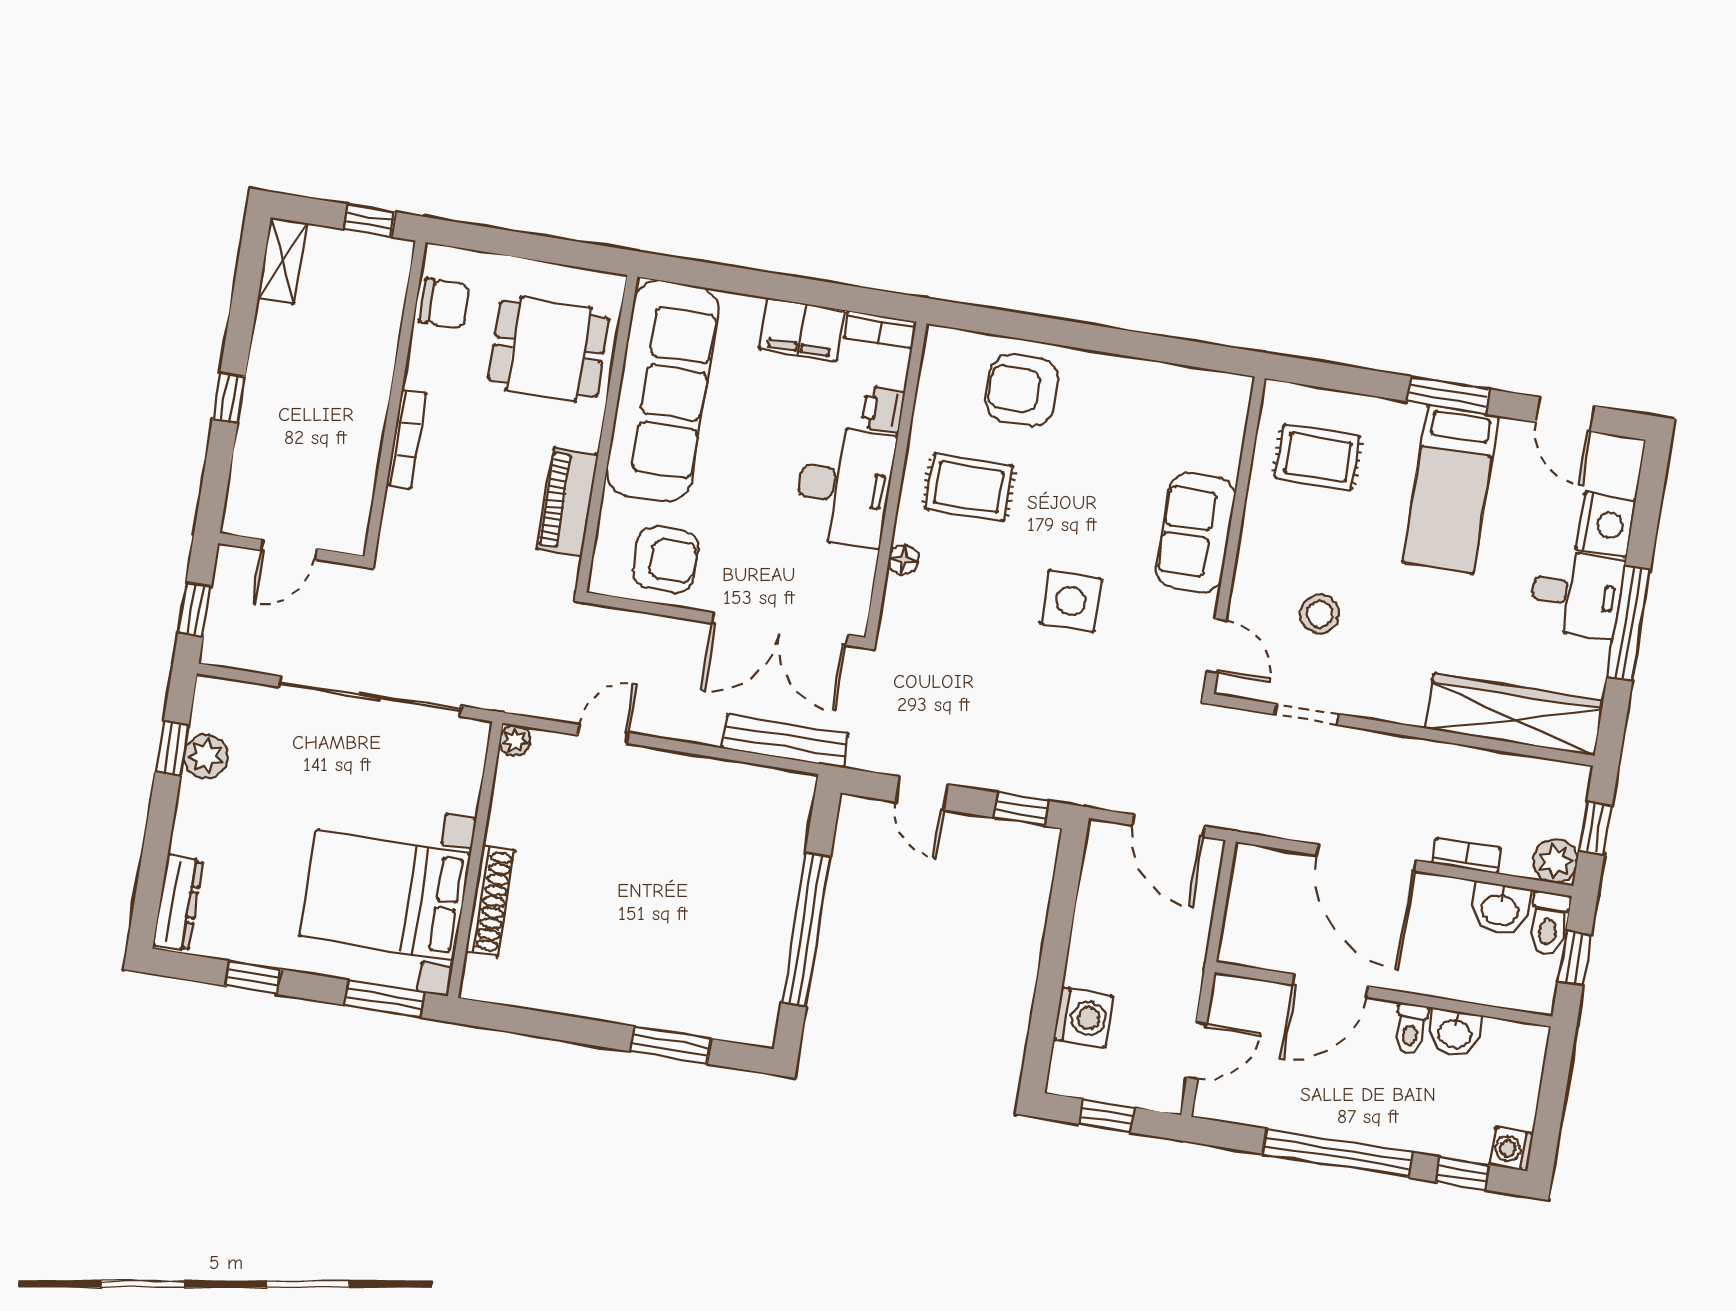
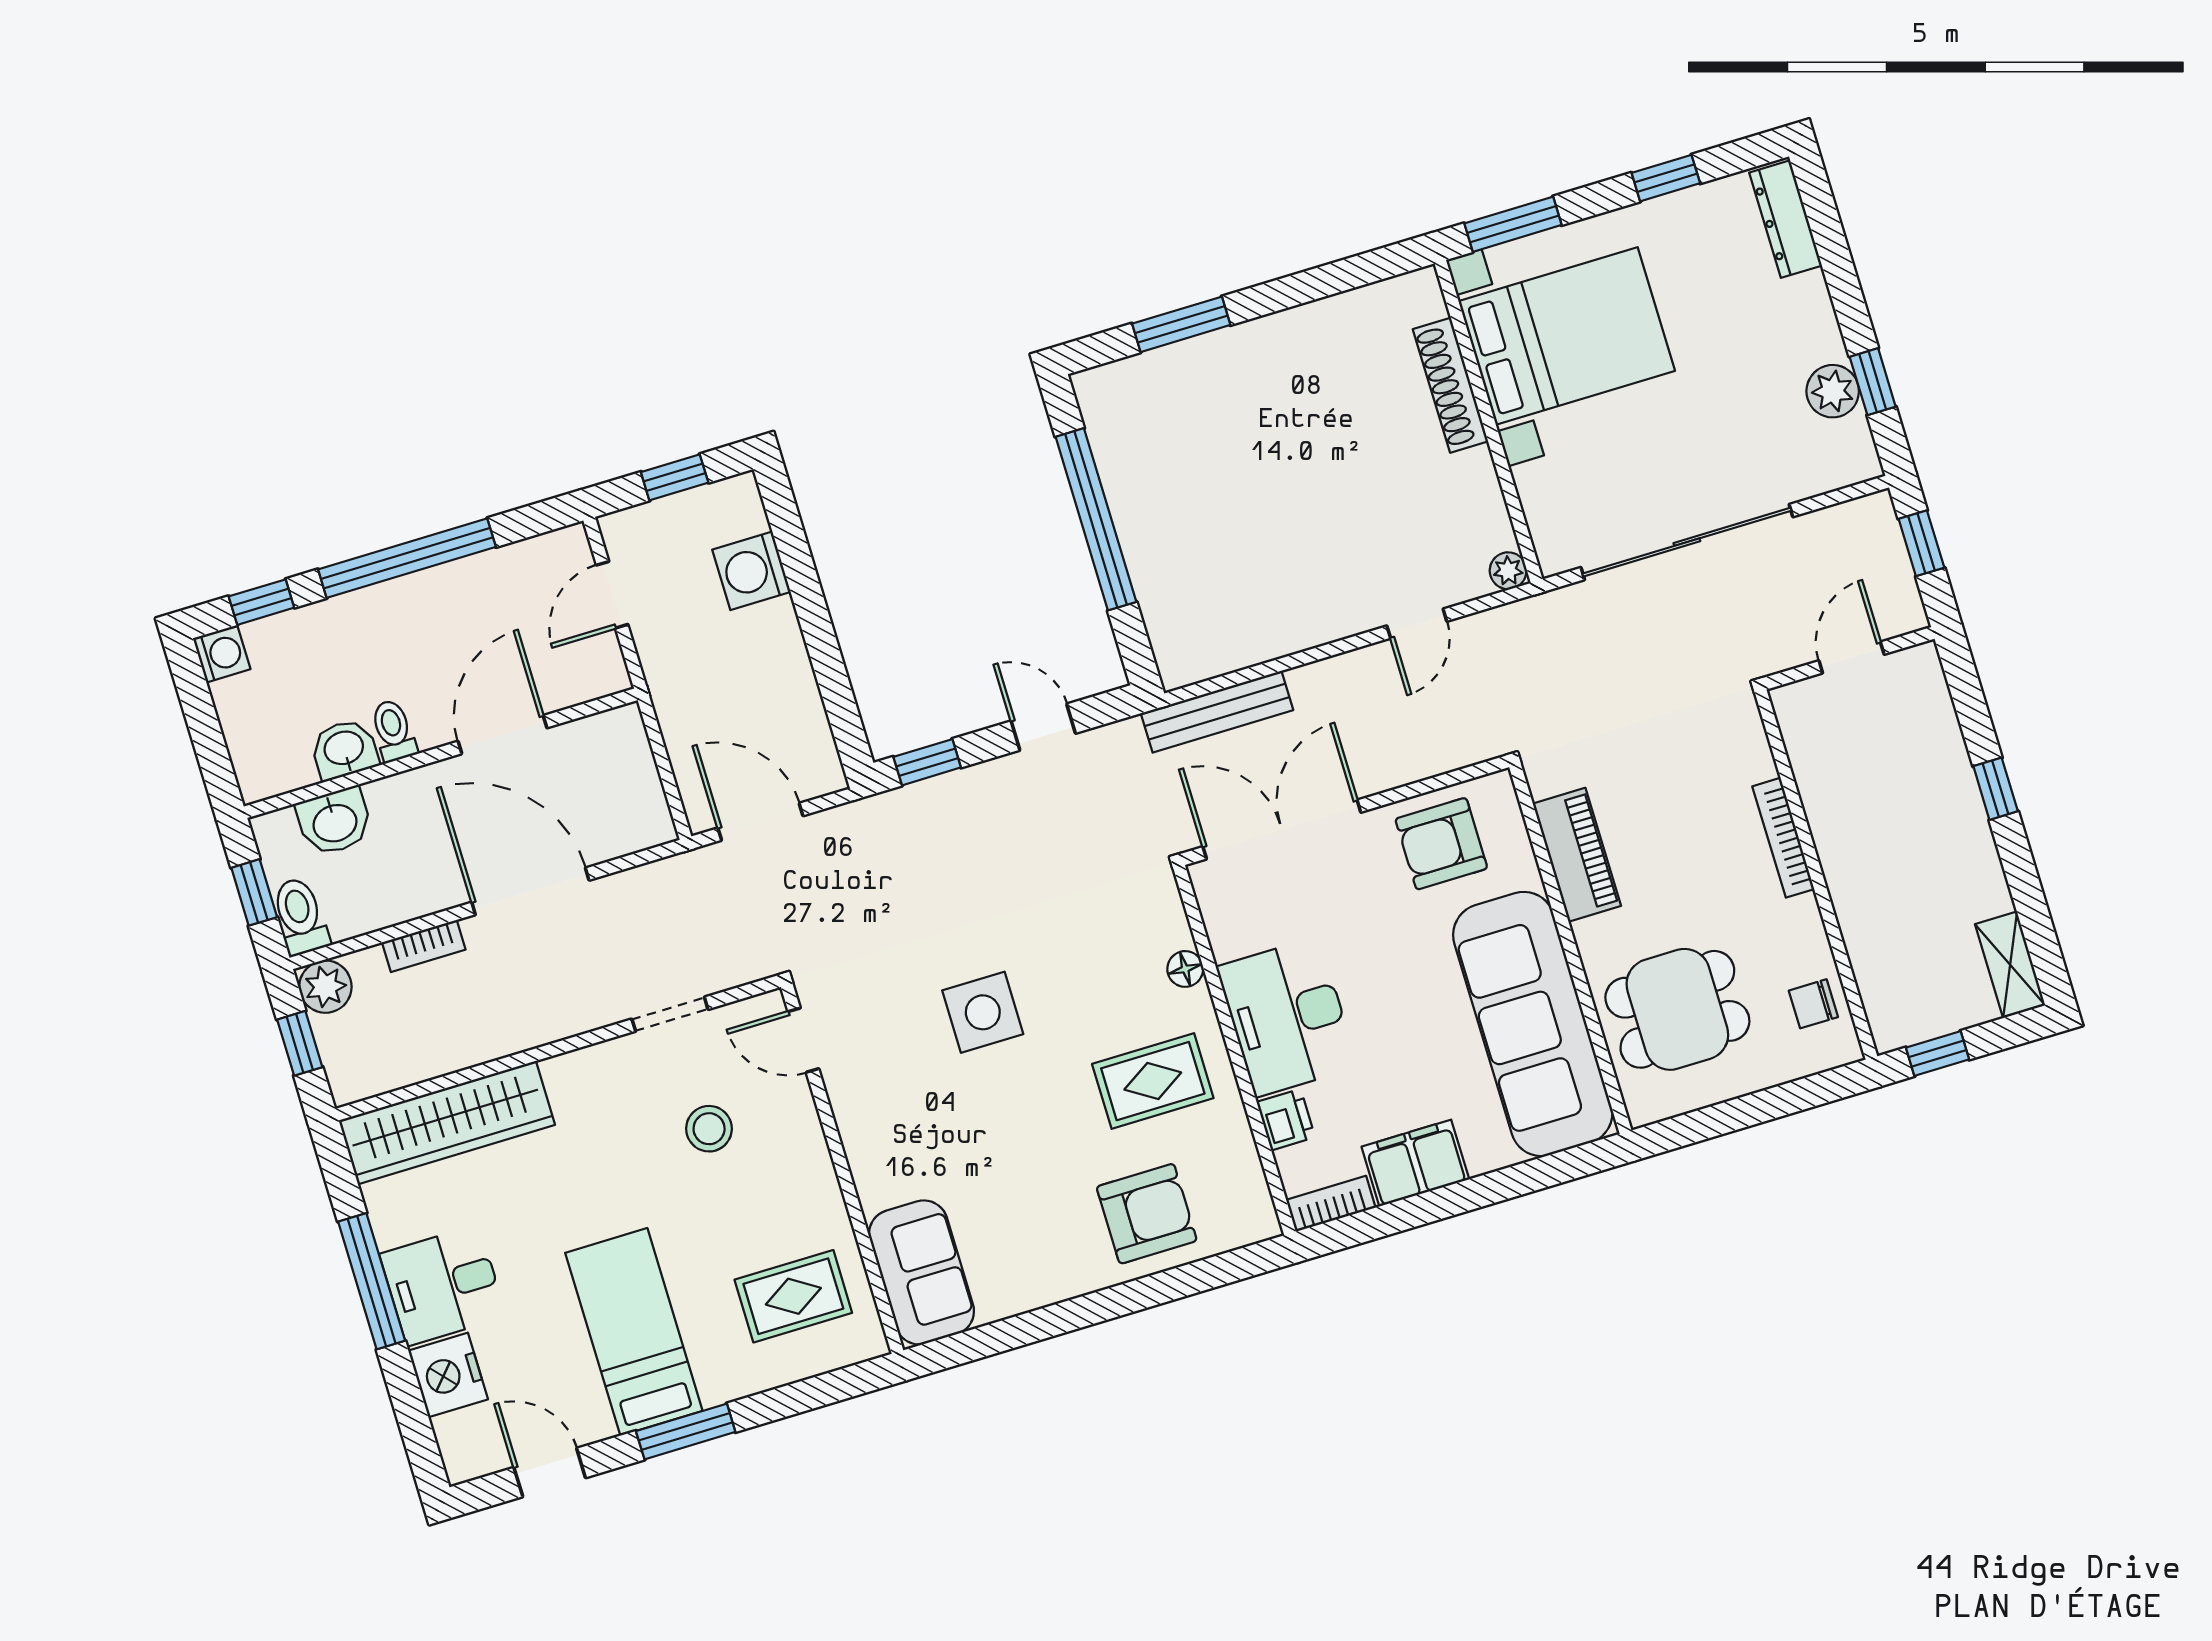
chair: (444, 303) -> (1813, 1004), width x0.73, depth x0.73
sofa: (1196, 533) -> (922, 1272), moved
washbasin: (1500, 909) -> (334, 822), moved, turned 180

